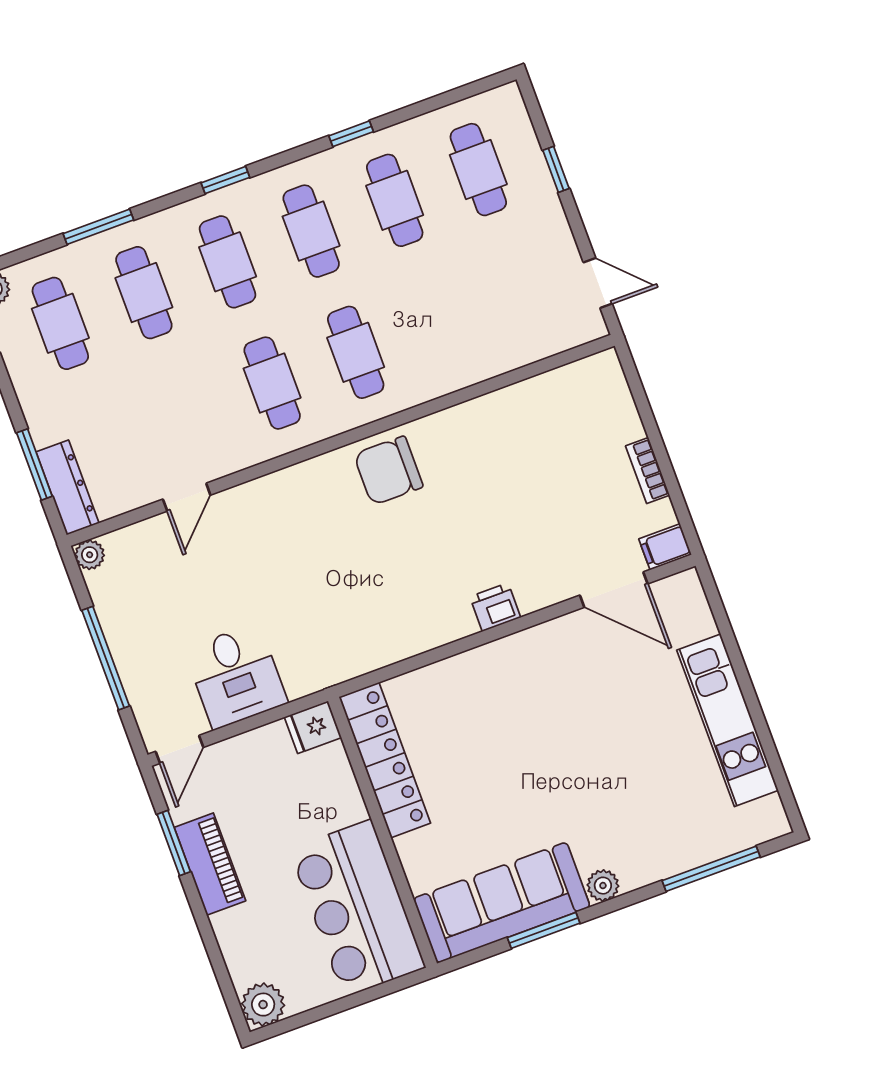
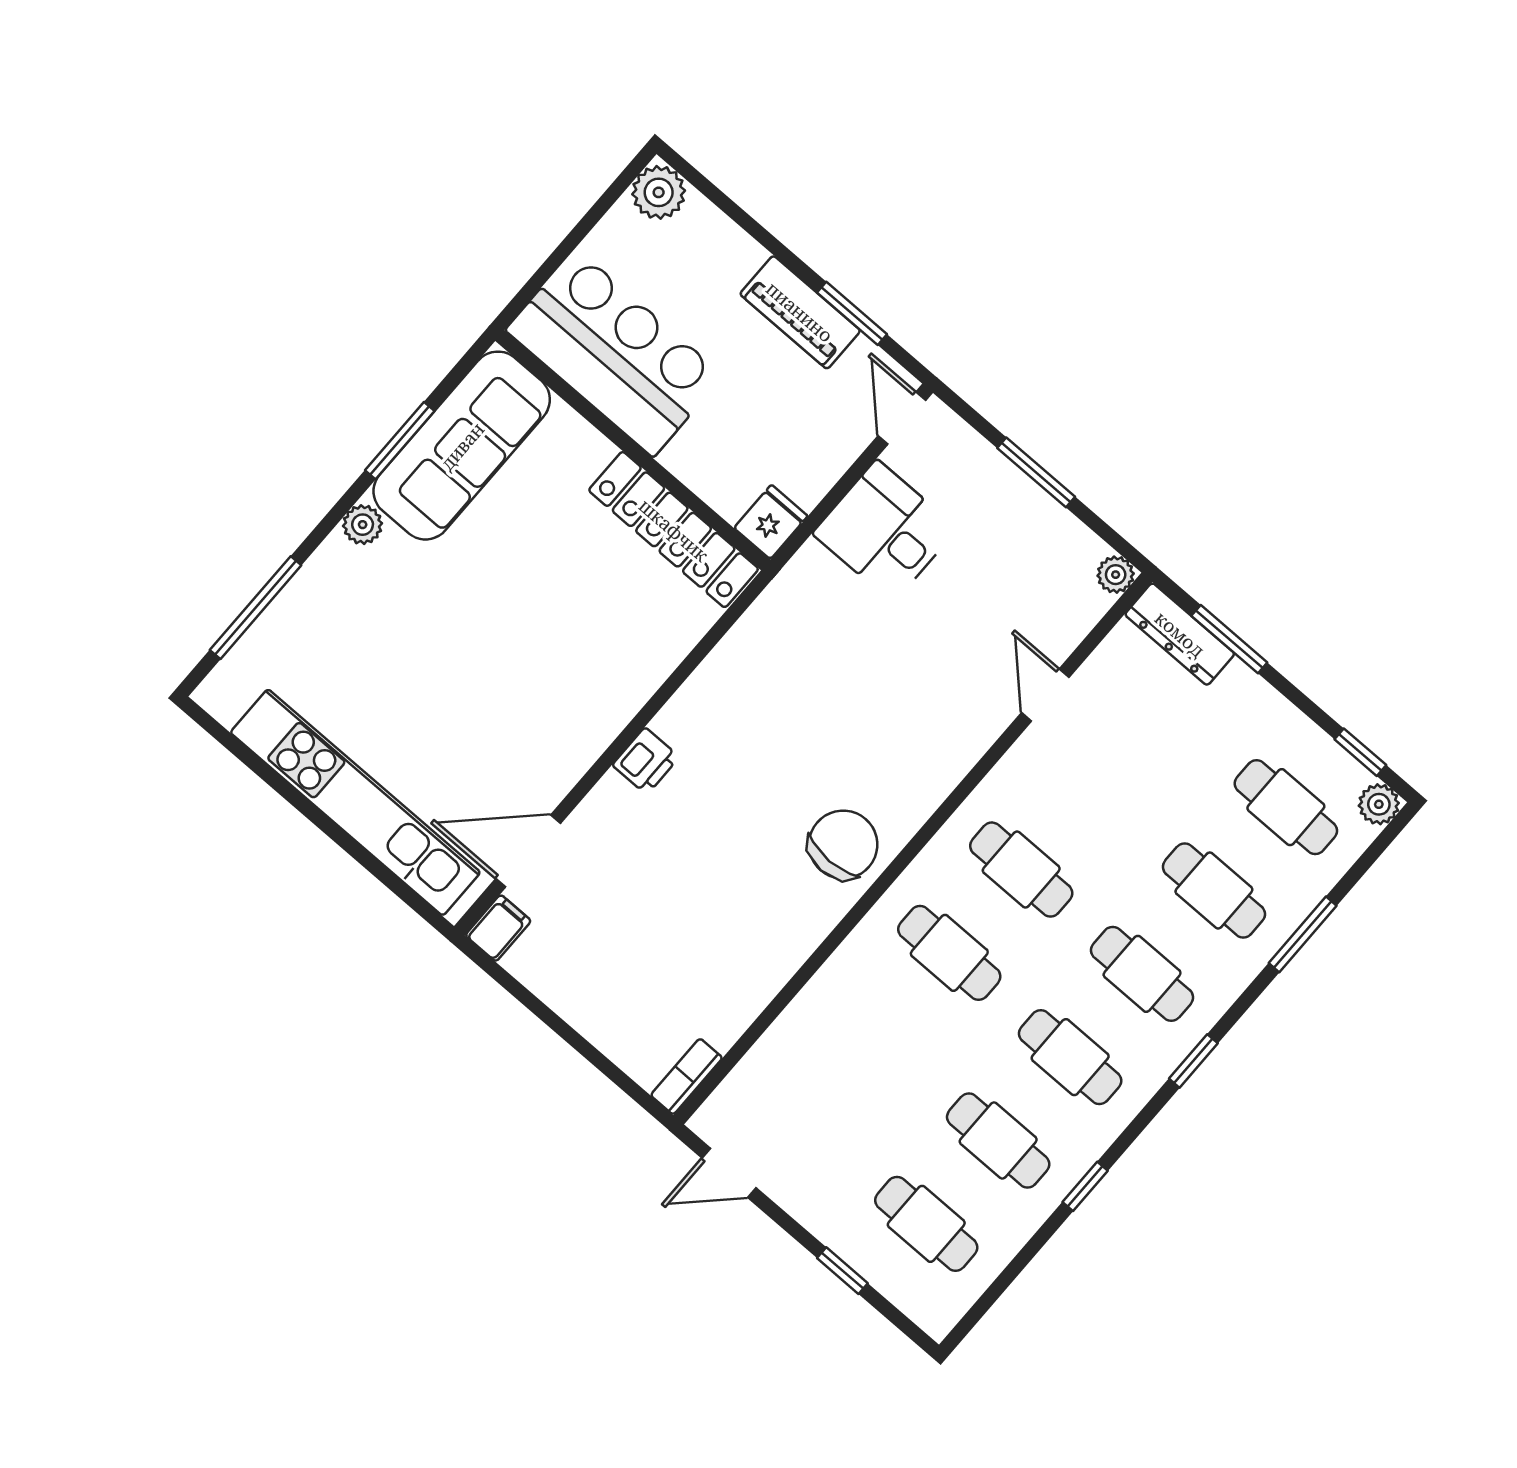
bookcase: (648, 471) -> (687, 1076), moved, turned -90
window: (106, 658) -> (1036, 472), width x0.69
kitchen unit: (728, 720) -> (355, 802), width x1.36

